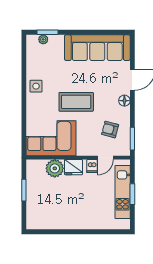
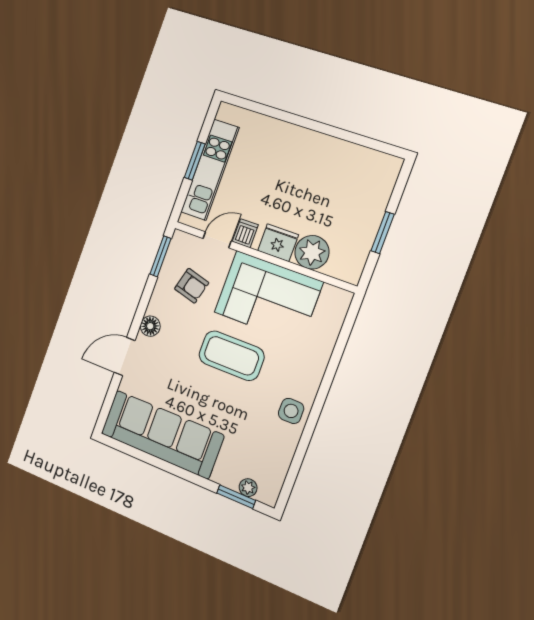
corner sofa: (51, 138) -> (268, 297), moved

